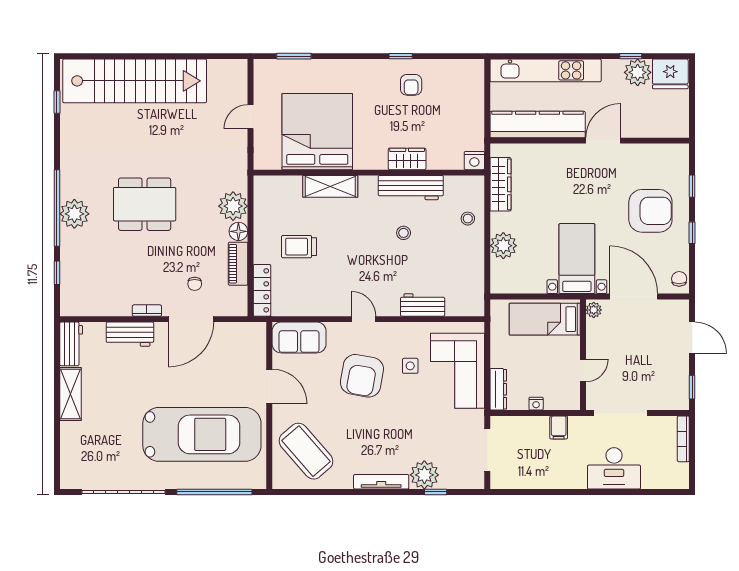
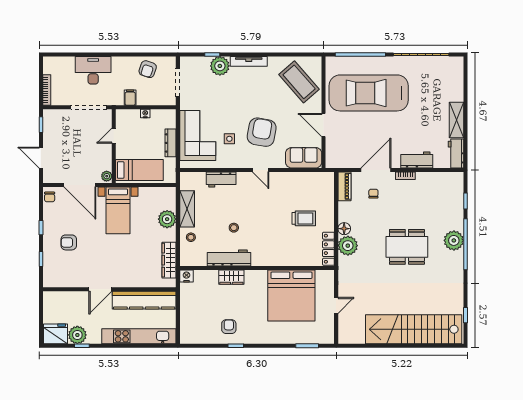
shelving: (330, 186) -> (187, 209), moved, turned 90
armchair: (650, 211) -> (69, 242), width x0.53, depth x0.53
piano: (238, 264) -> (344, 186), moved
locker: (262, 290) -> (328, 249), moved
dresser: (498, 389) -> (171, 143), moved
armchair: (532, 470) -> (148, 69), added

